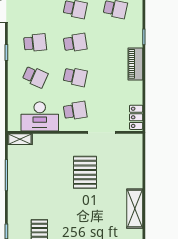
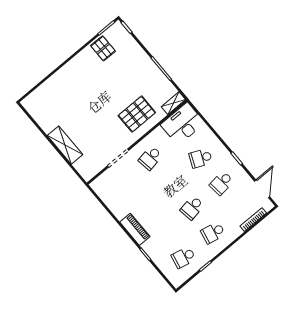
school desk: (75, 77) -> (171, 183), removed
desk: (40, 116) -> (183, 124), moved
locker: (136, 117) -> (102, 191), removed
pallet: (85, 172) -> (137, 114), moved, turned 90
shelving: (135, 209) -> (65, 145), moved

